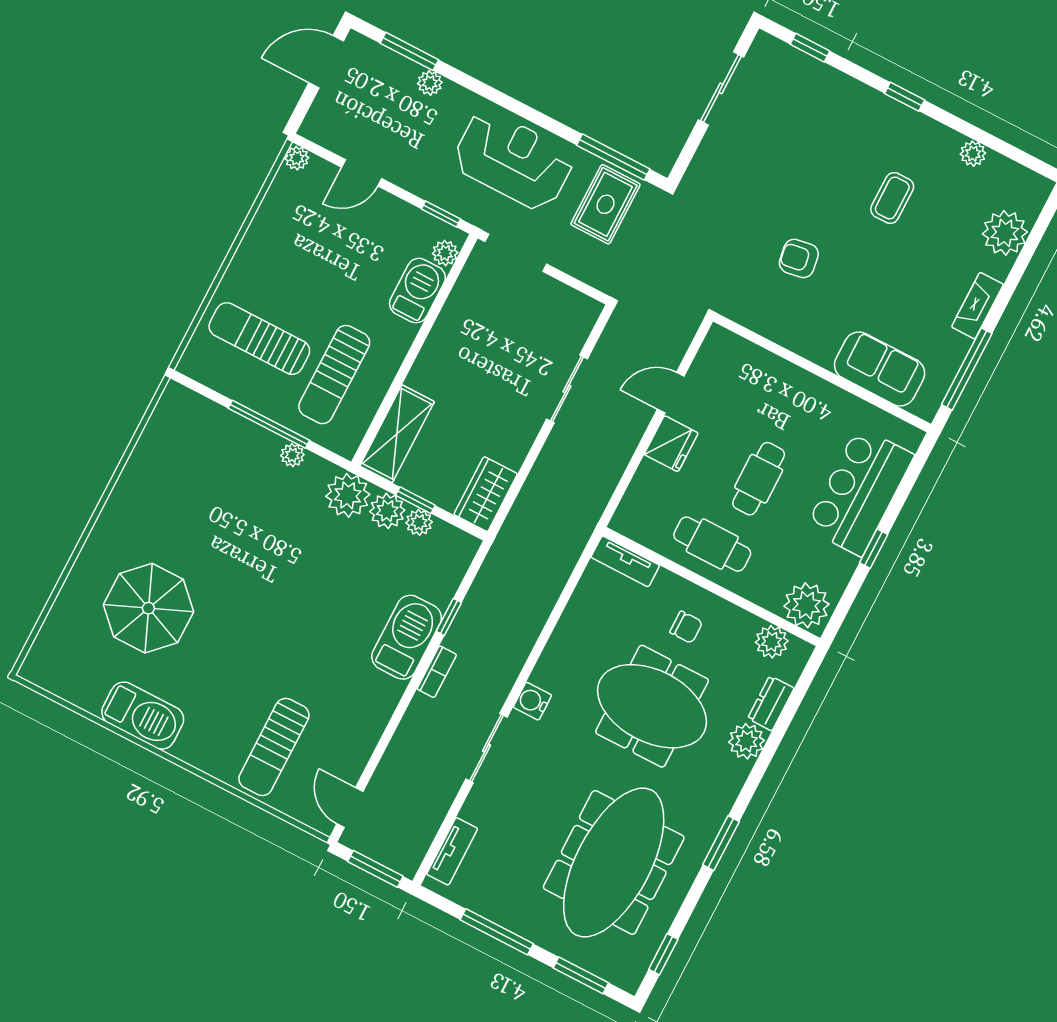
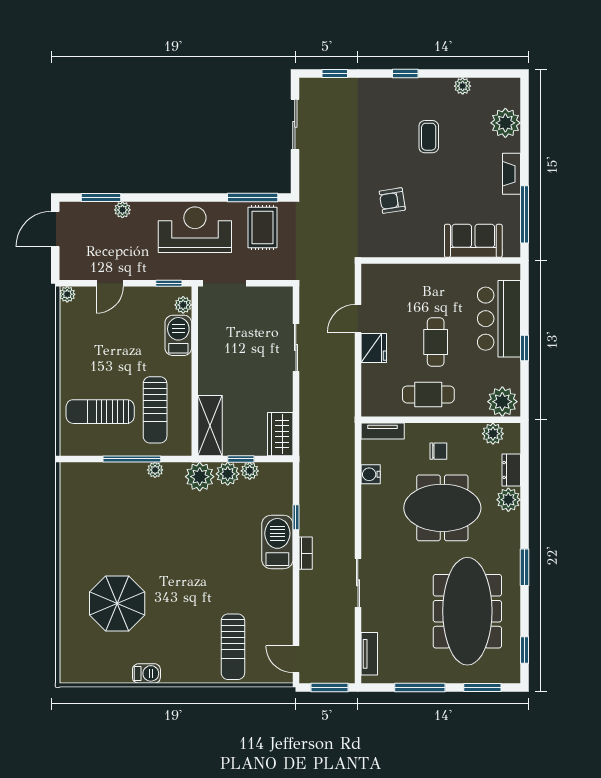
water cooler: (532, 701) -> (371, 474), moved
barbecue: (143, 716) -> (146, 673), width x0.53, depth x0.65

